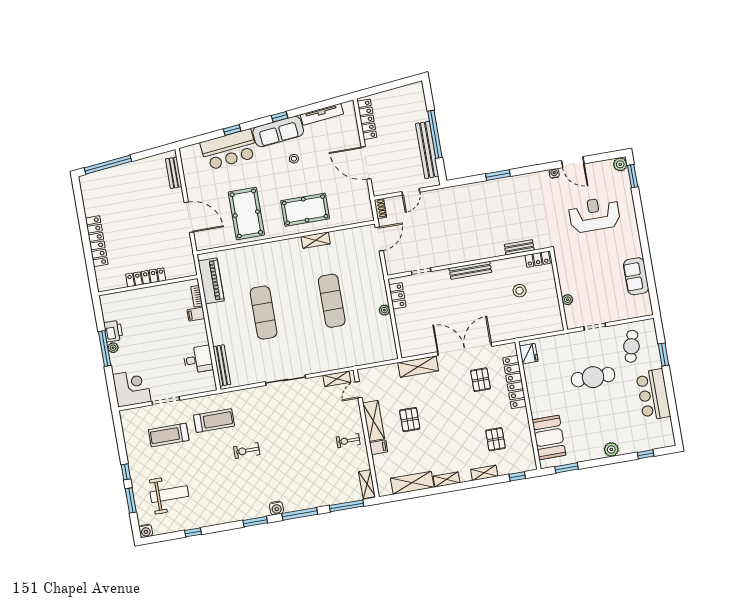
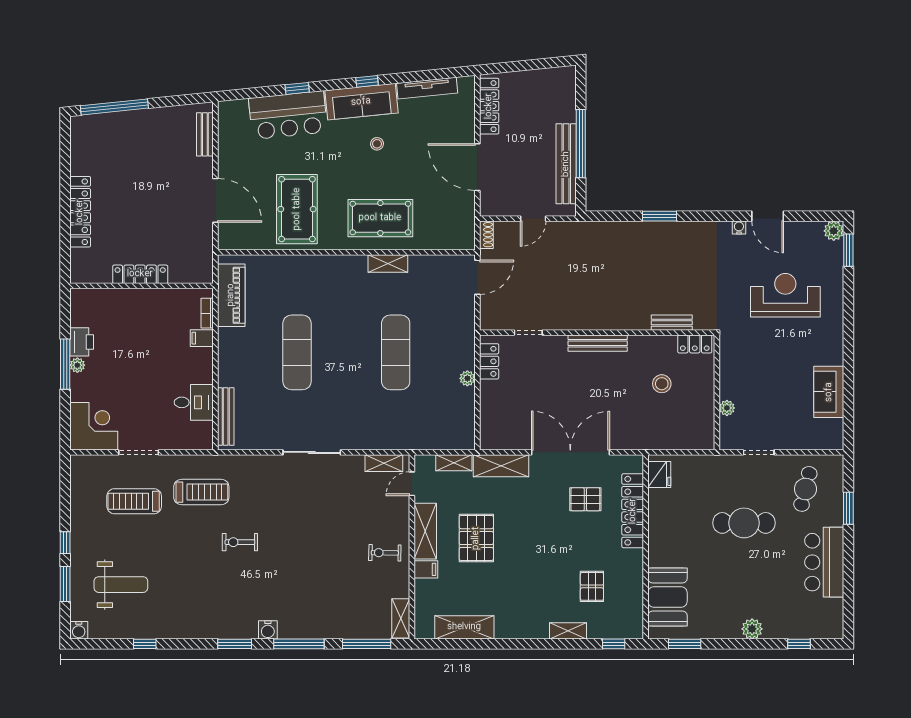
pallet: (481, 380) -> (585, 499), turned 90
pallet: (410, 420) -> (476, 538), width x1.50, depth x1.42
shelving: (447, 479) -> (454, 463), moved

